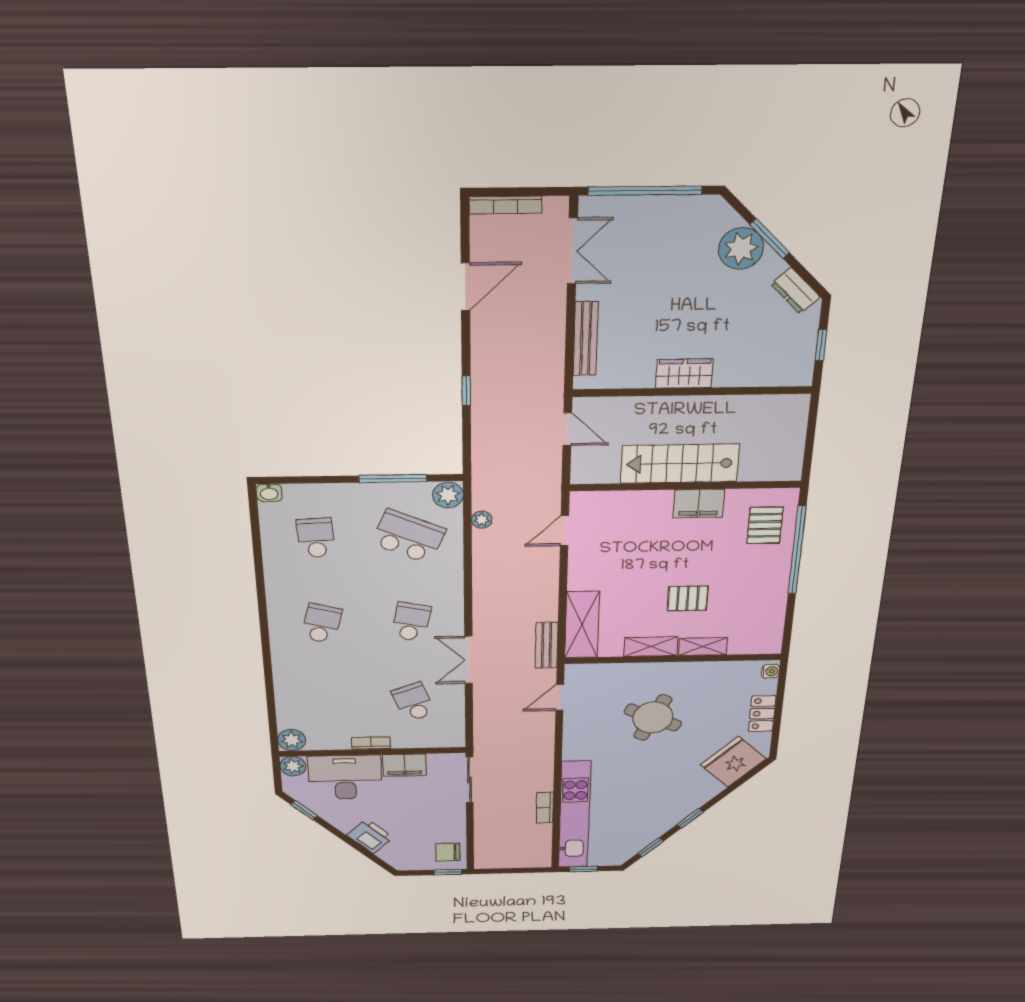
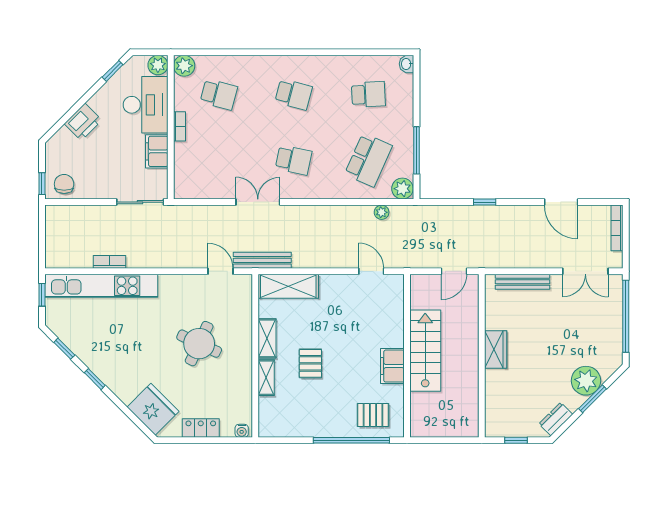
bench: (547, 645) -> (262, 260), width x1.36
school desk: (413, 702) -> (219, 94), moved, turned 36

